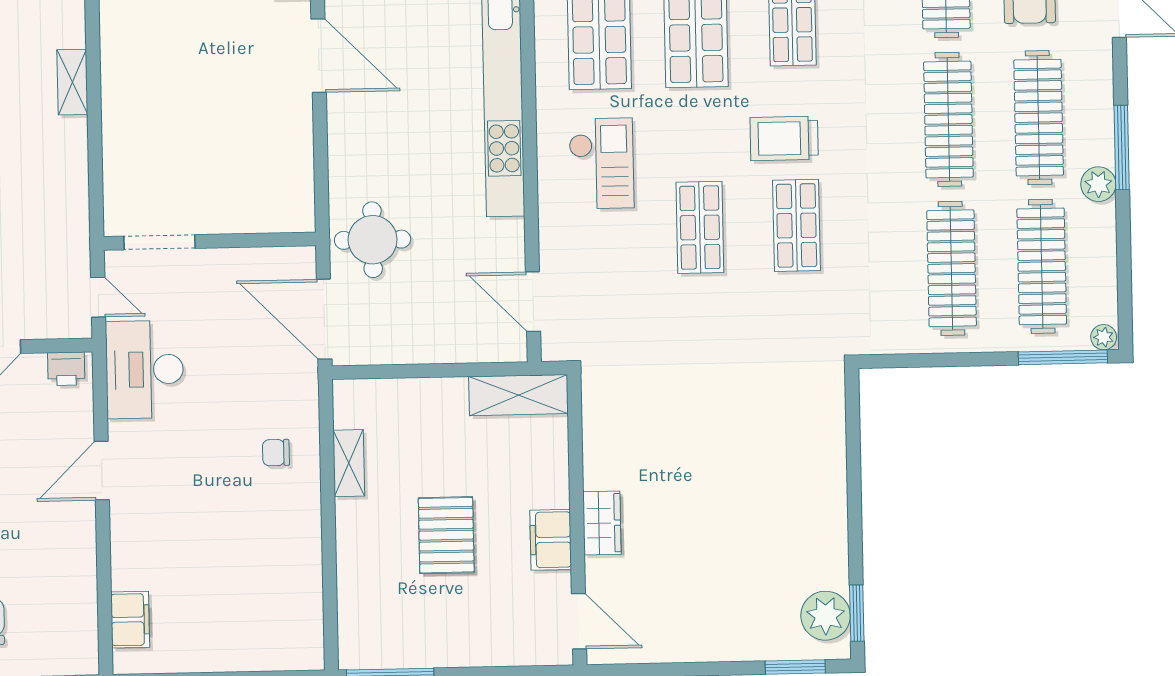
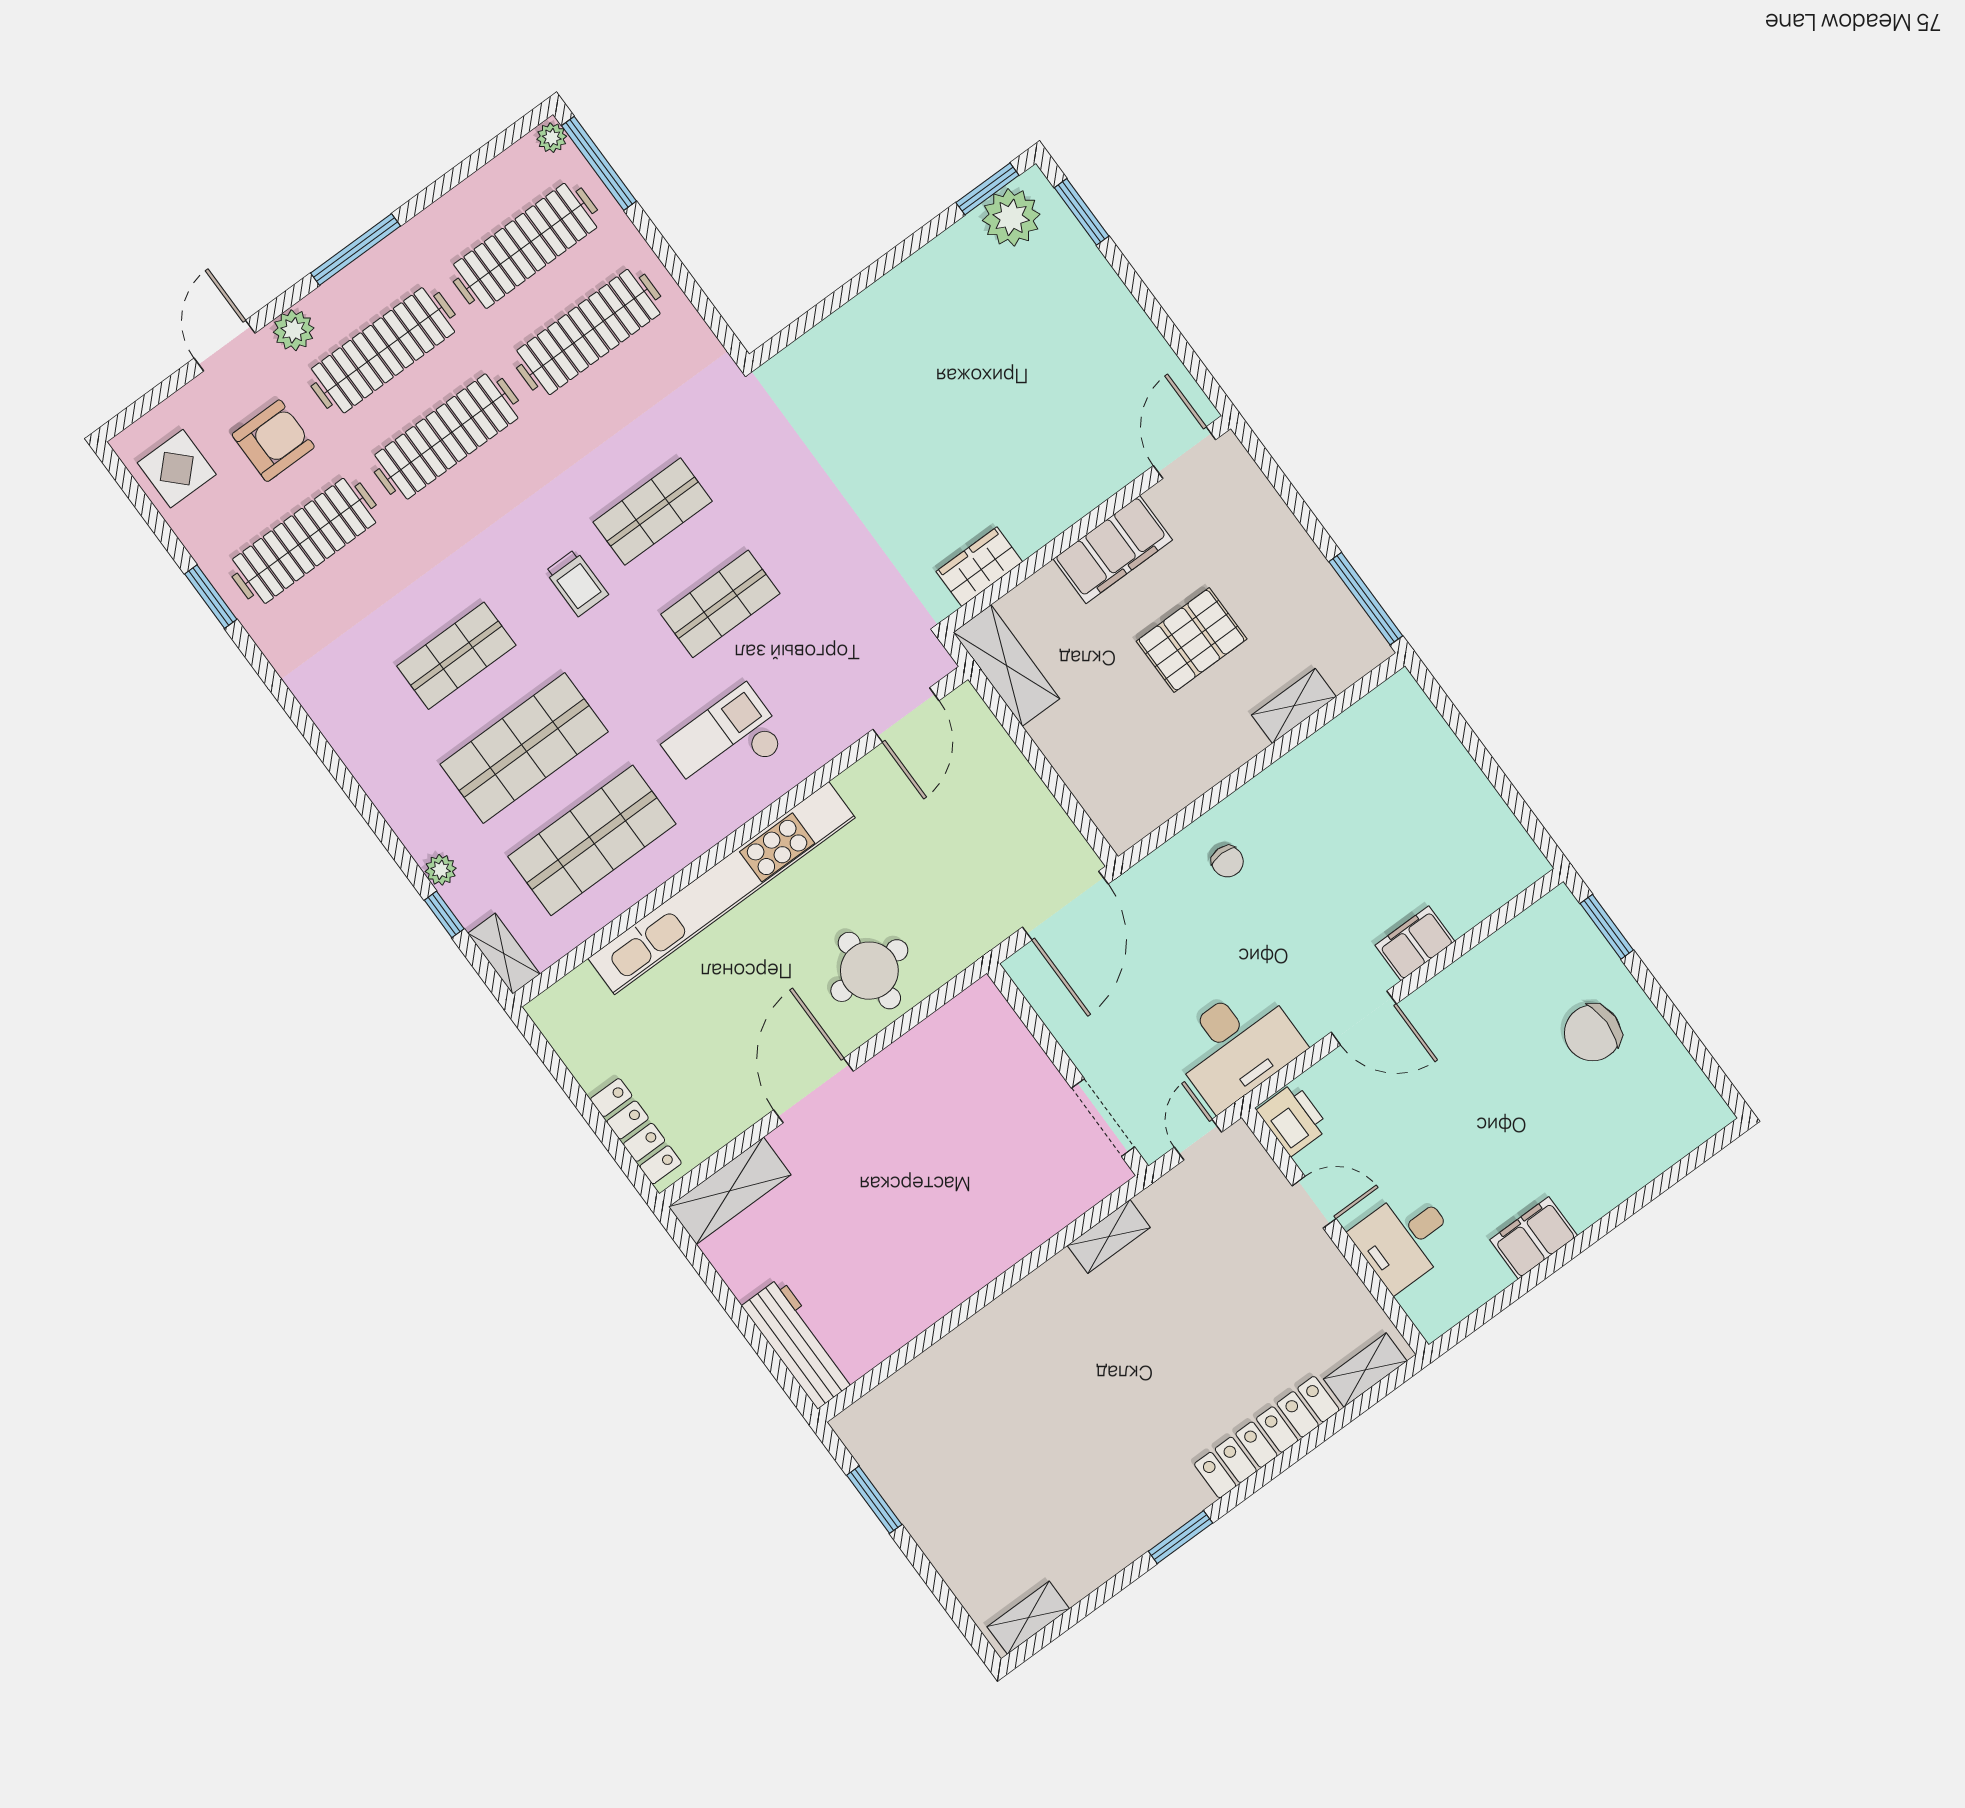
shelving: (72, 82) -> (1109, 1236), moved
trolley: (784, 138) -> (577, 583), width x0.73, depth x0.72
plant: (1098, 184) -> (294, 330), moved
round table: (373, 240) -> (869, 971), moved
printer: (66, 369) -> (1293, 1119), width x1.36, depth x1.24
shelving: (349, 463) -> (1294, 706), moved
wardrobe: (602, 523) -> (979, 567), moved
filing cabinet: (551, 540) -> (1113, 550), width x1.50, depth x1.17
filing cabinet: (130, 620) -> (1415, 943), moved

